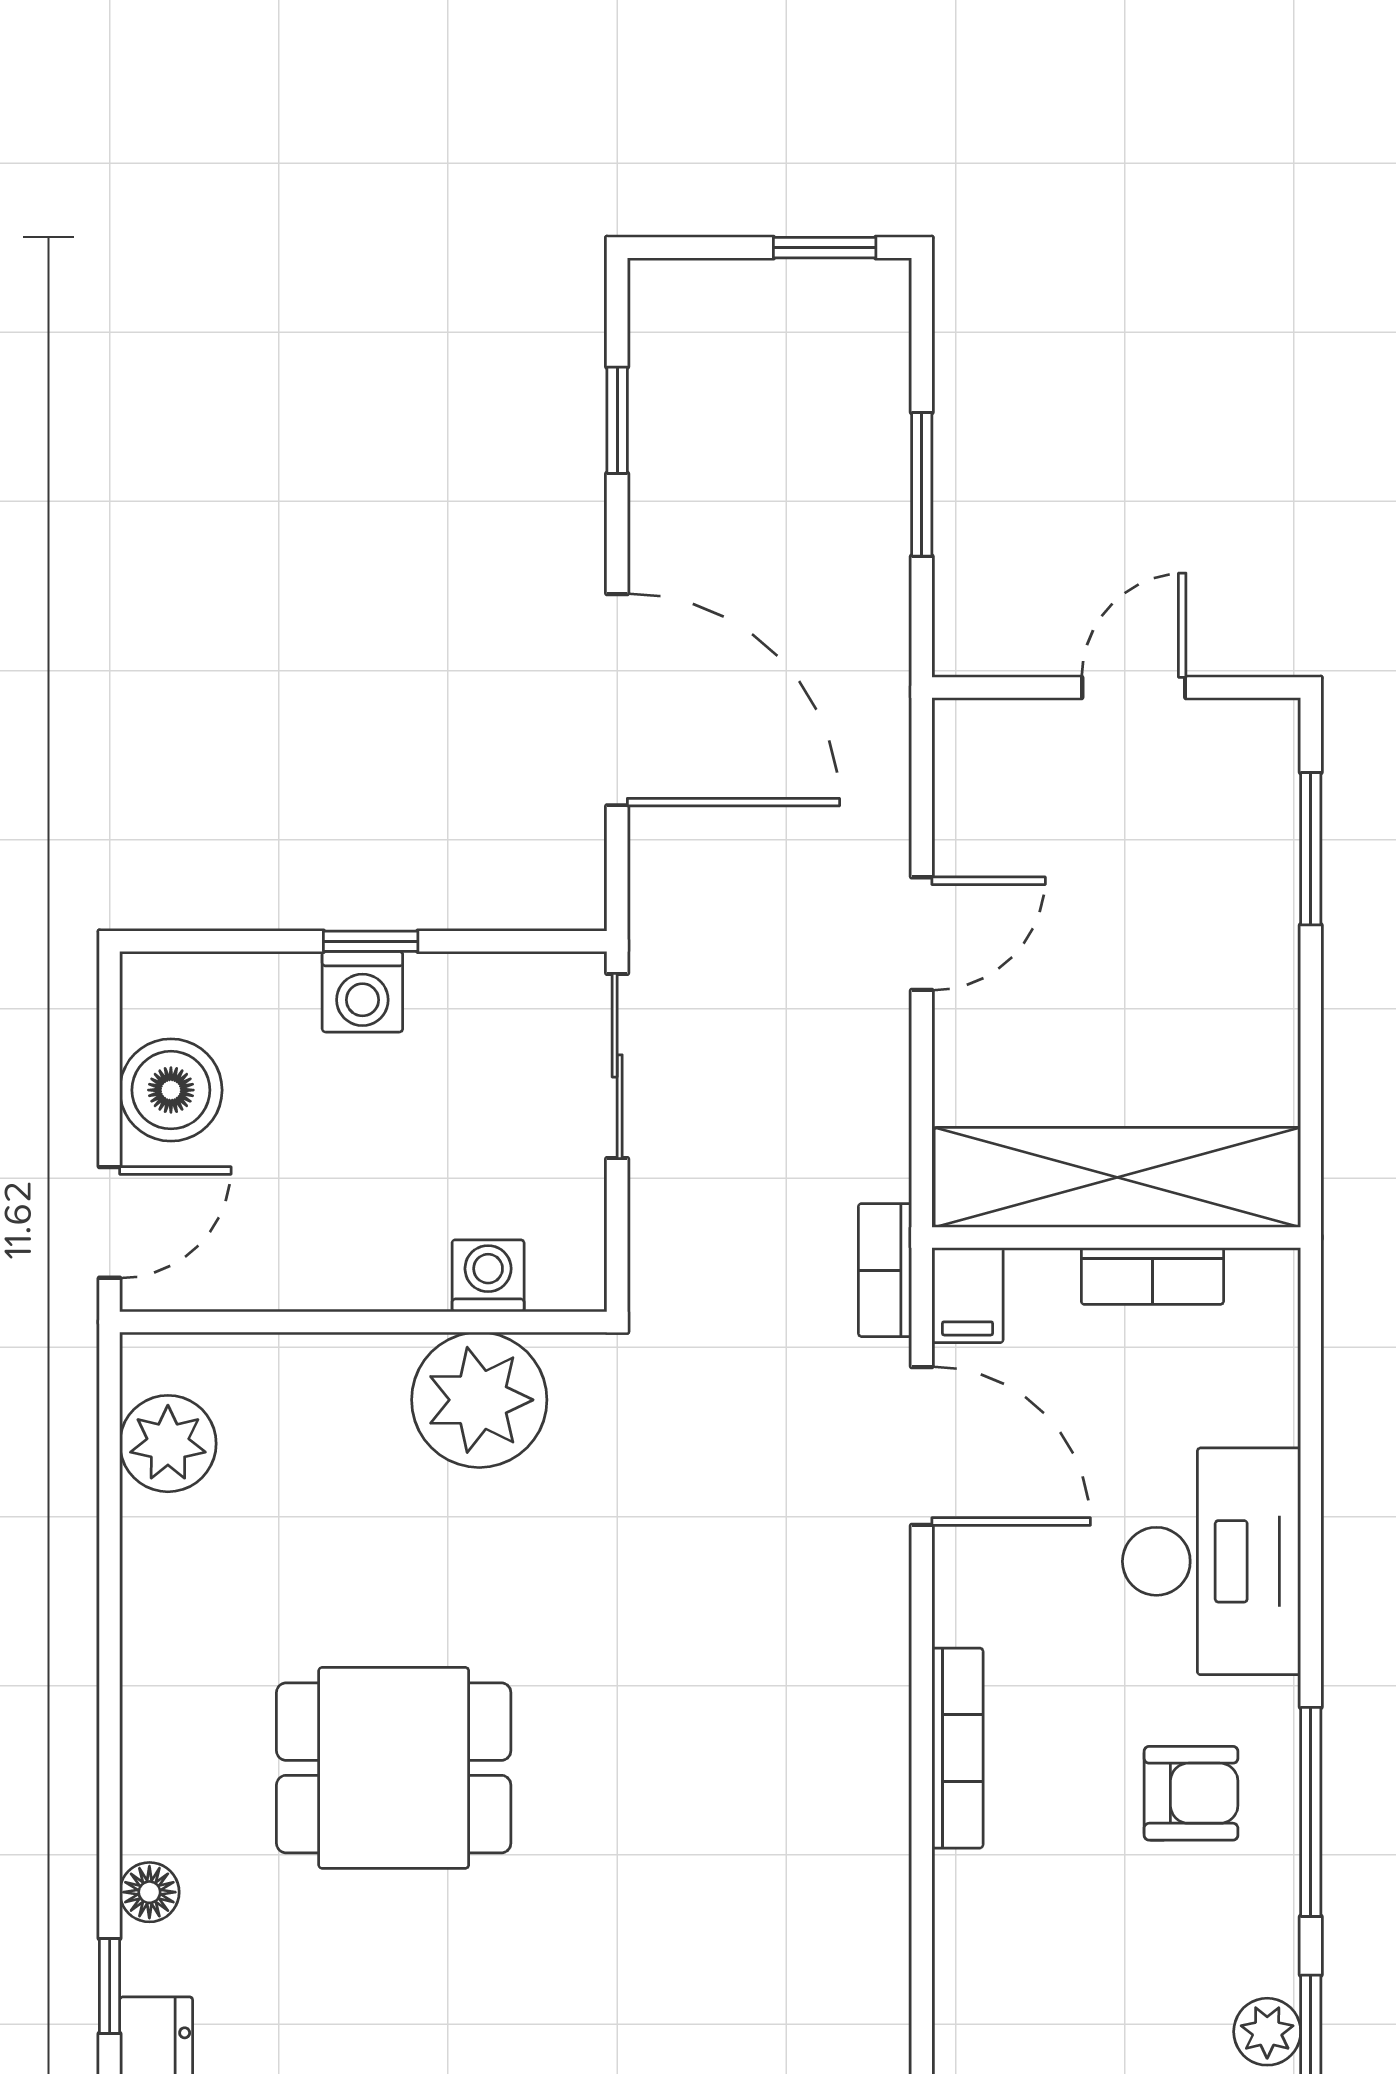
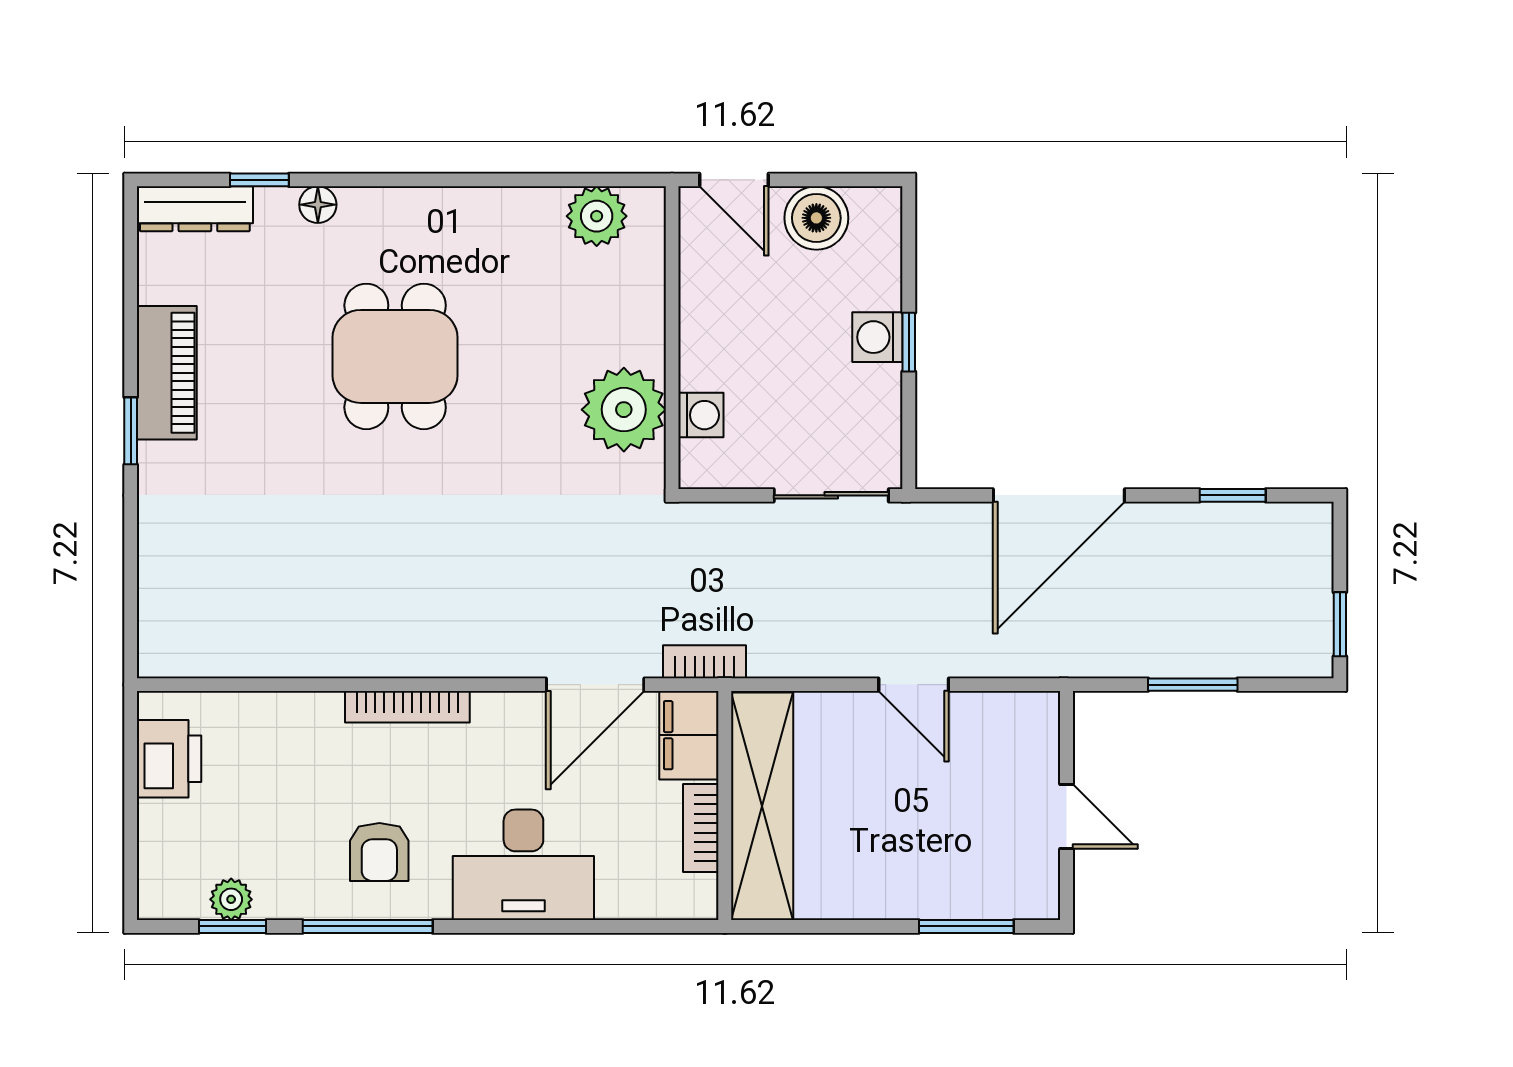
filing cabinet: (967, 1295) -> (689, 735), width x2.00

